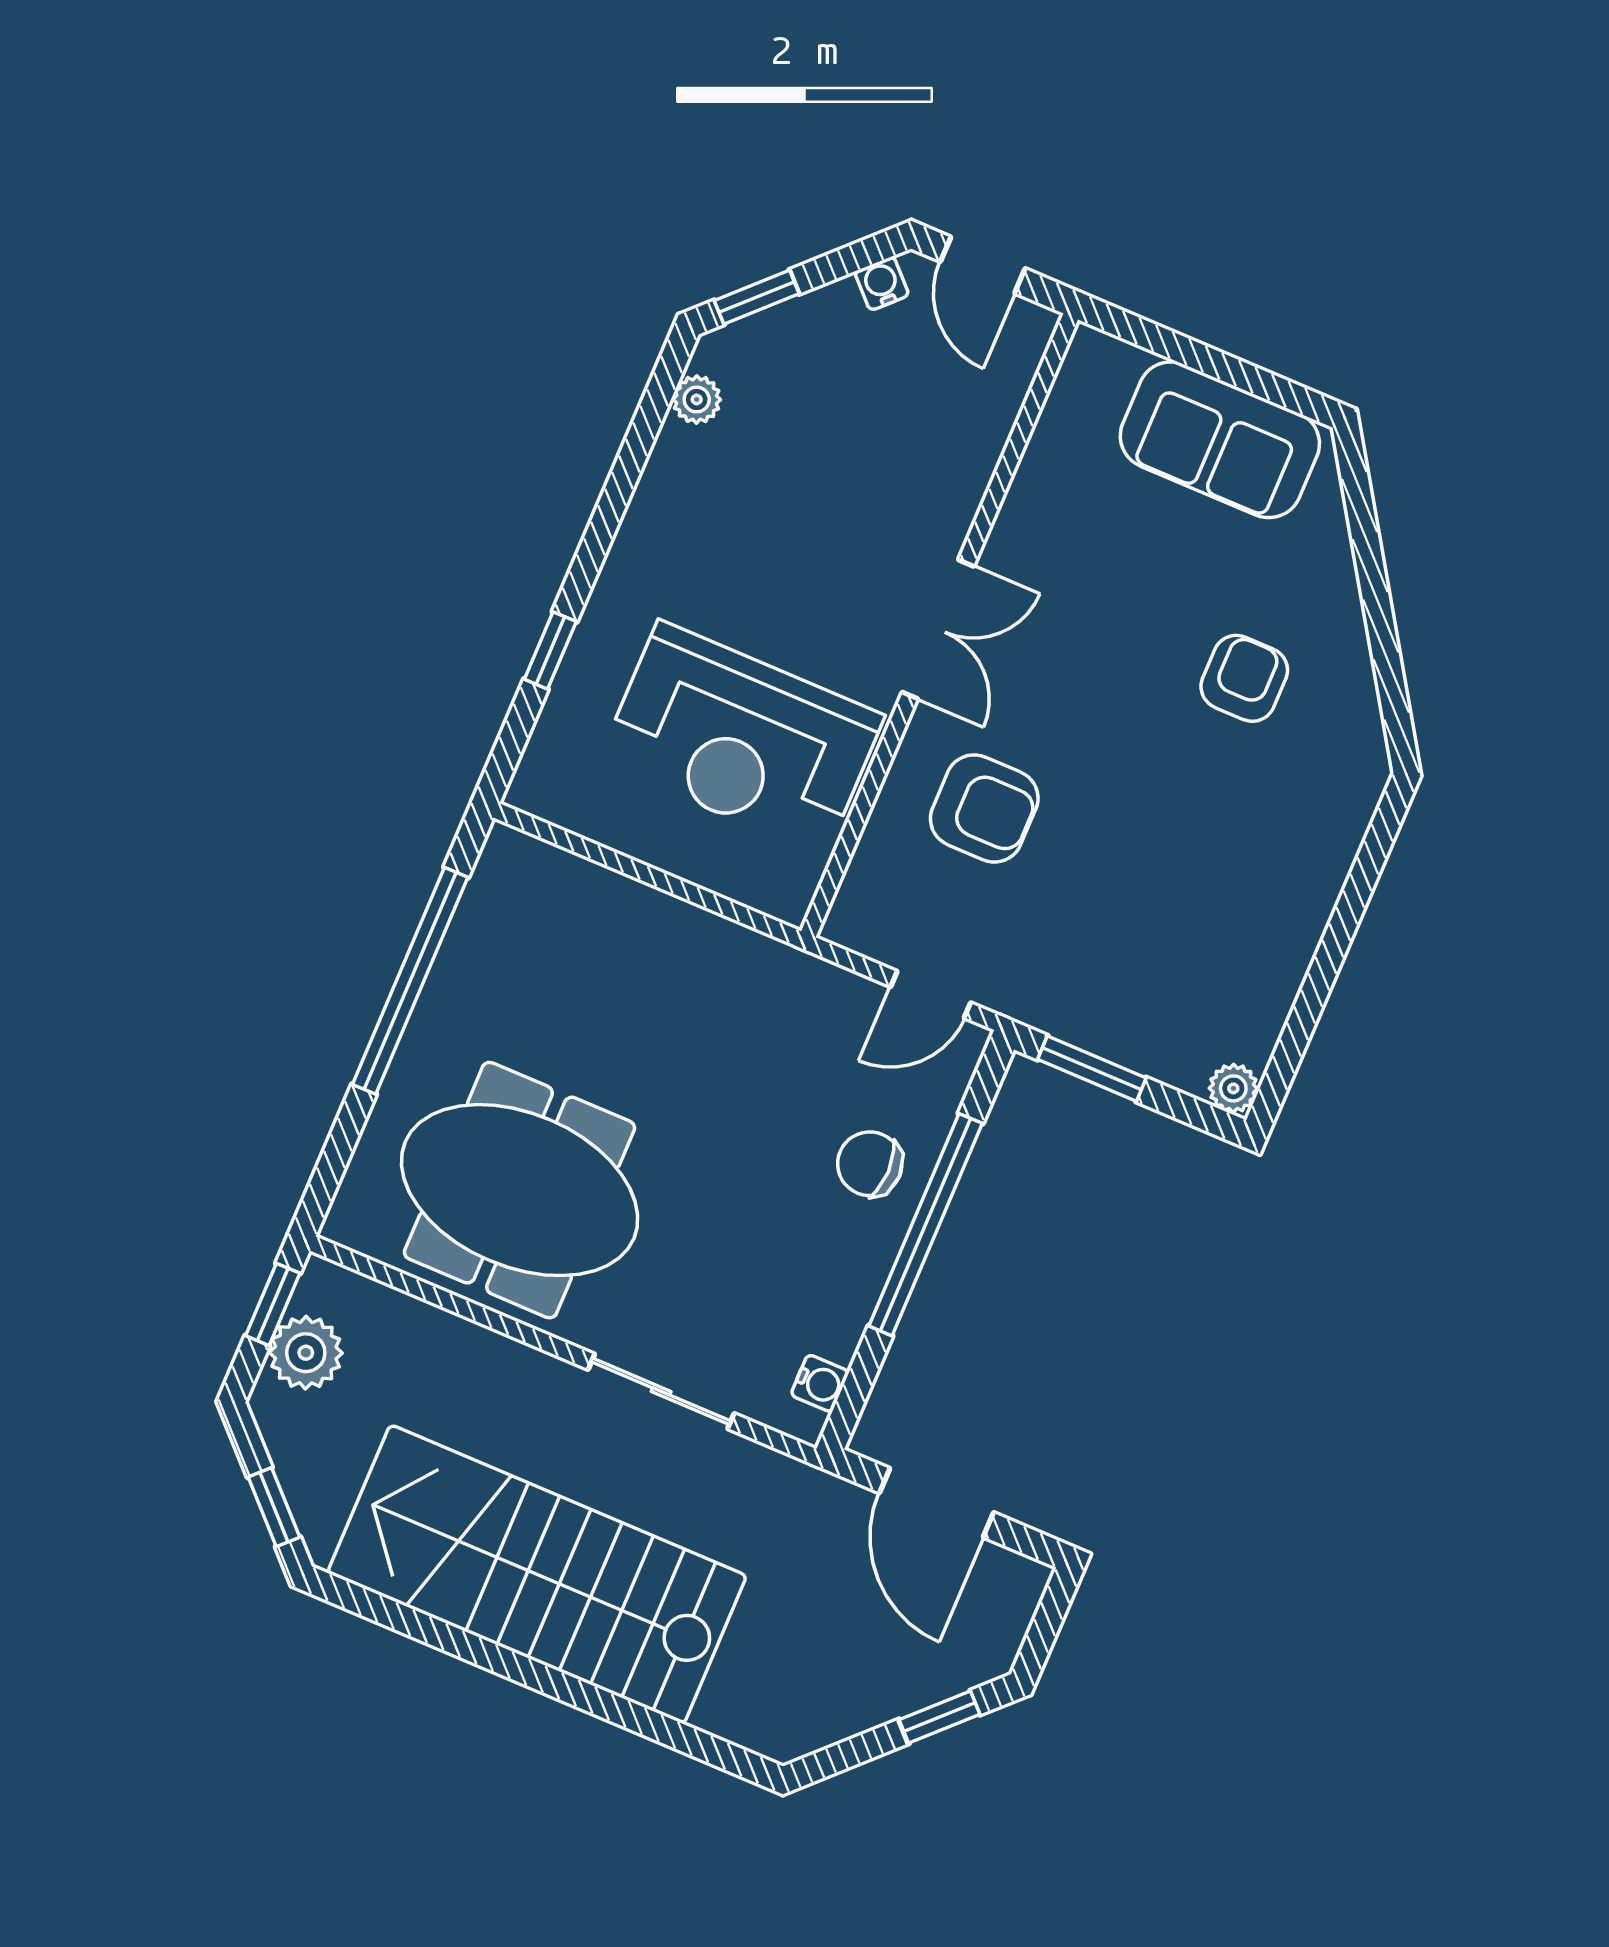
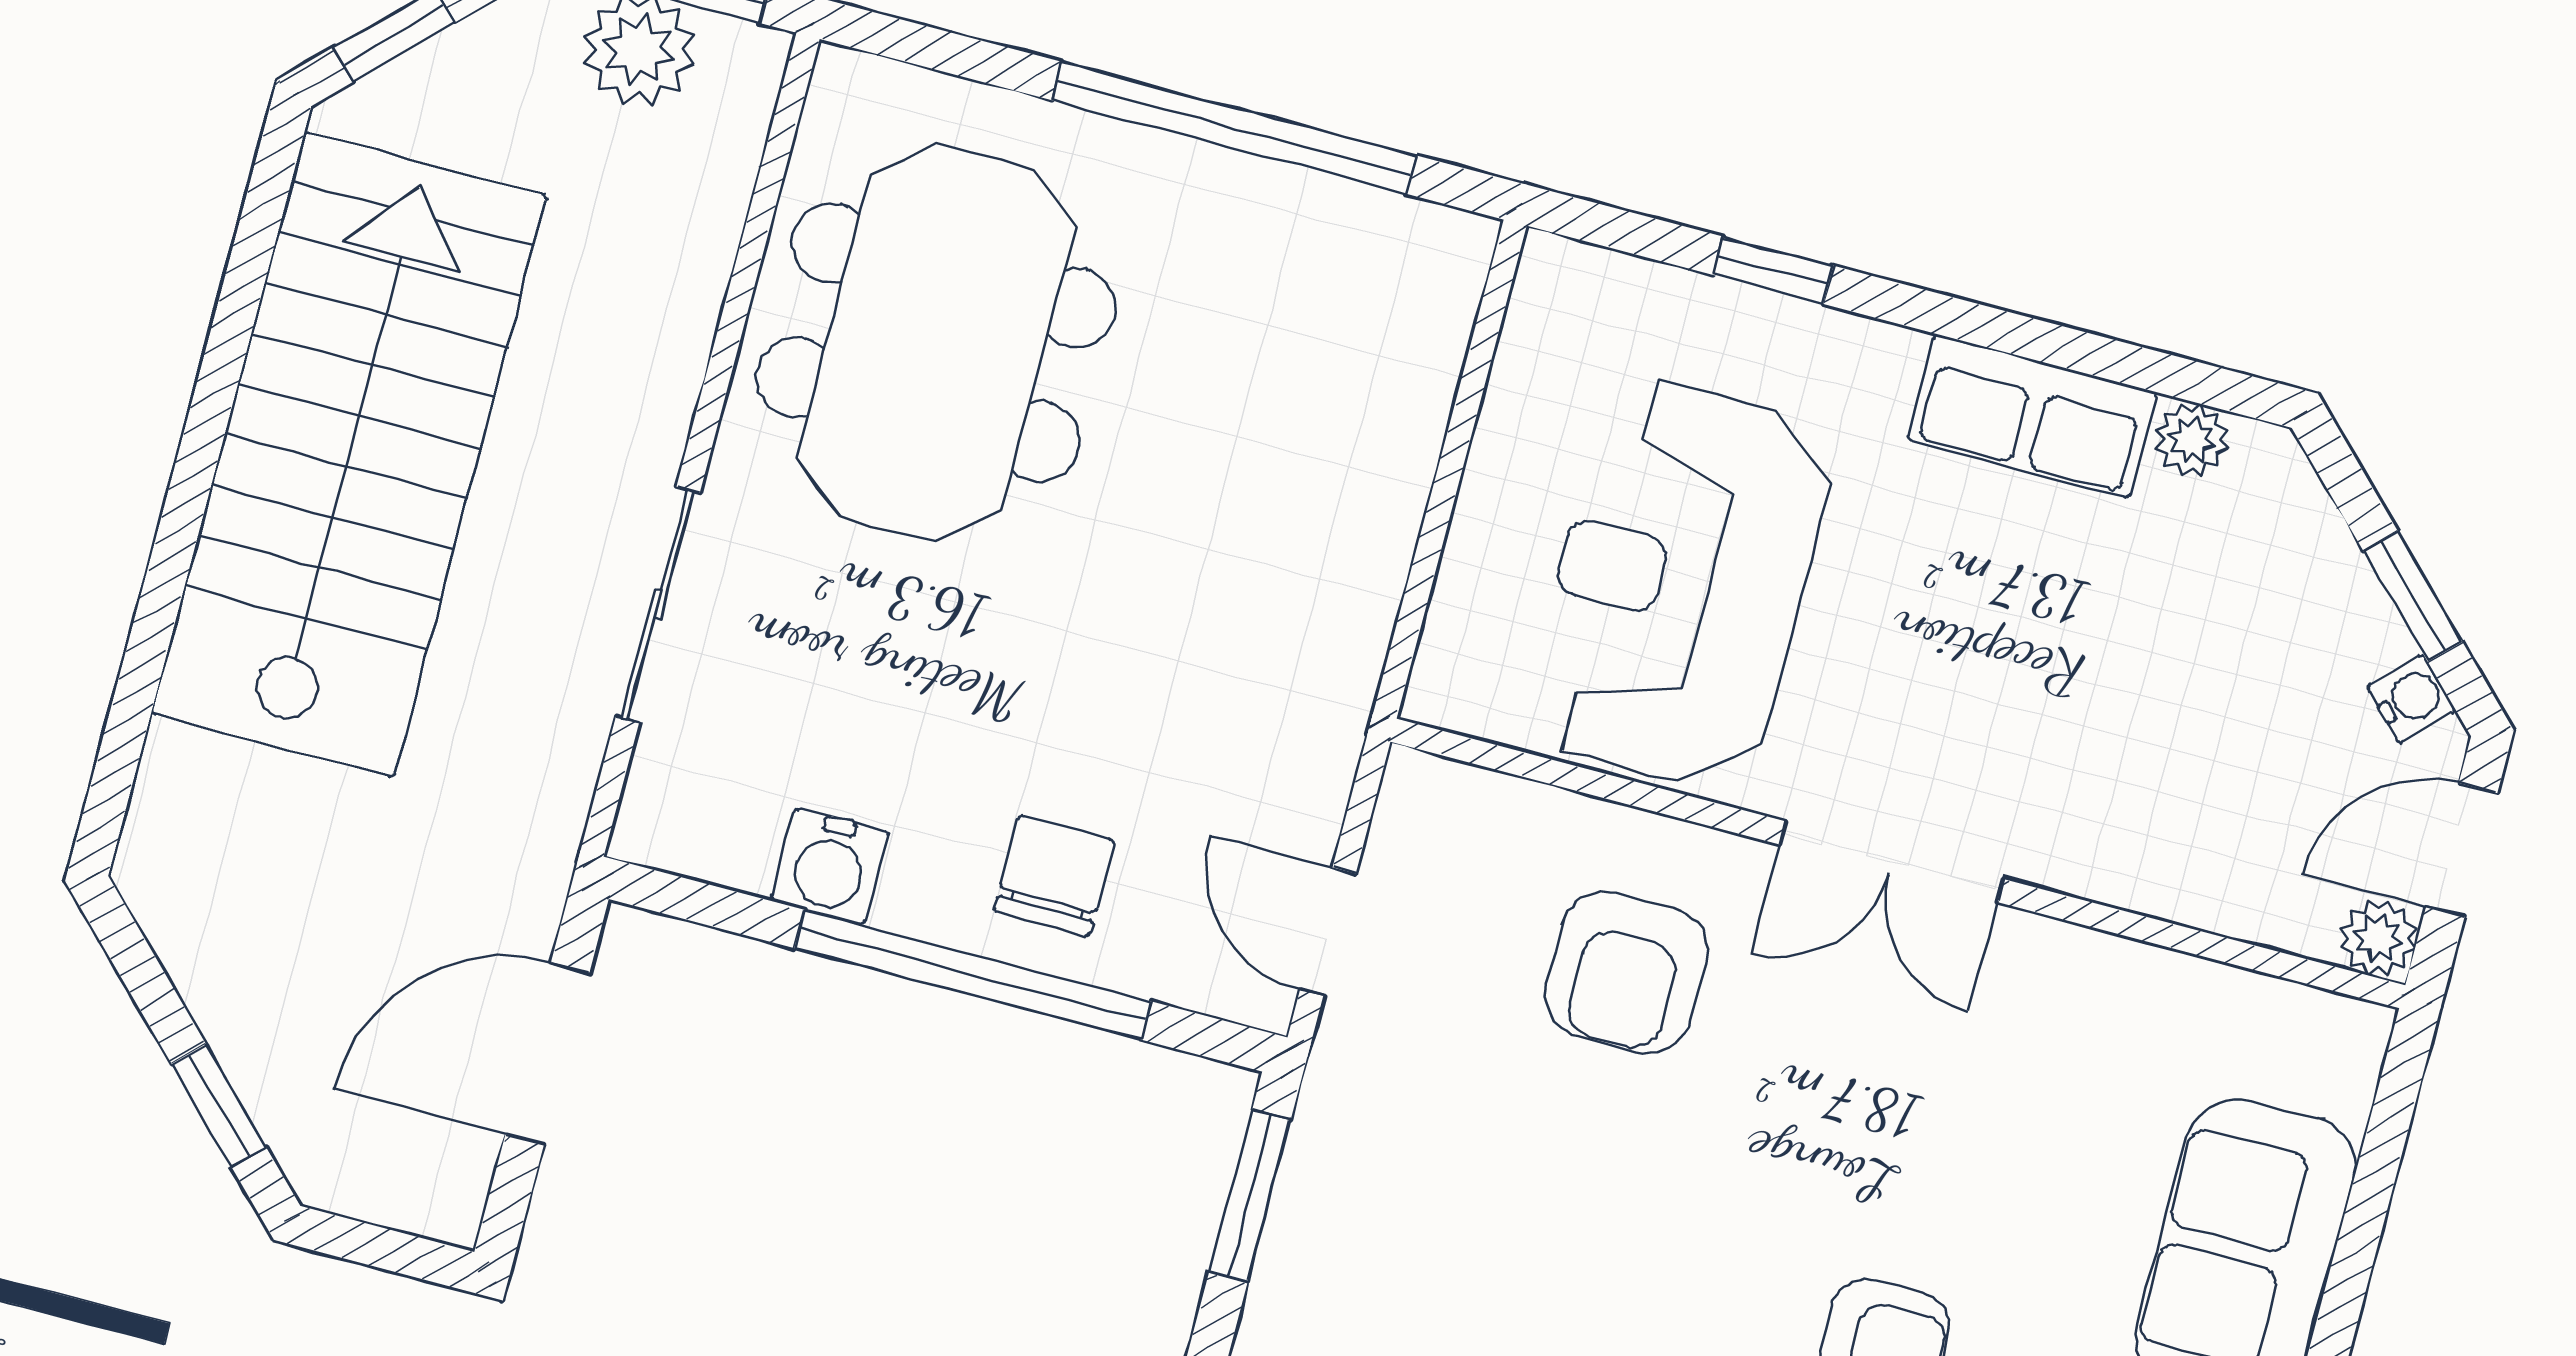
window: (757, 297) -> (2412, 596), moved
plant: (1031, 326) -> (2378, 938), added
row of seats: (667, 499) -> (2032, 416), added
water cooler: (820, 1383) -> (830, 866), moved, width x1.38, depth x1.38

